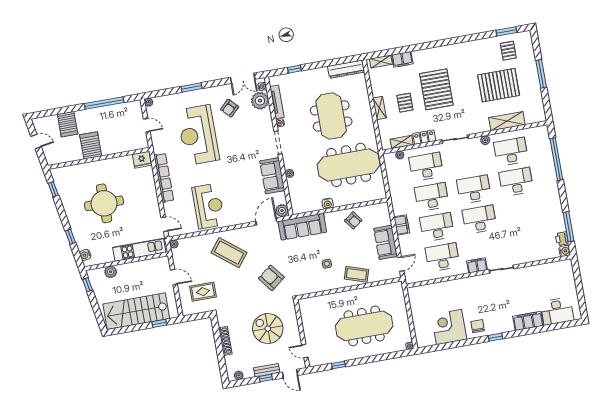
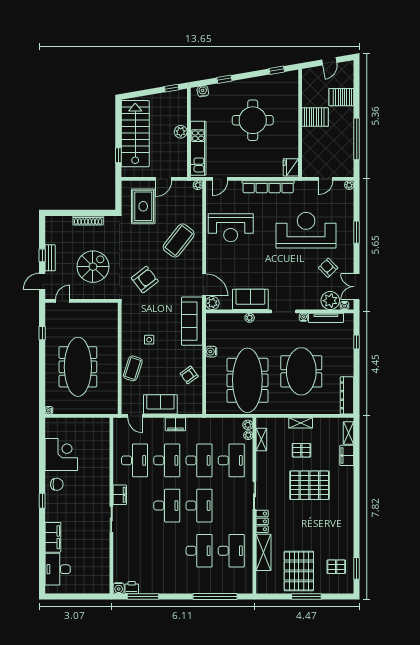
pallet: (499, 85) -> (299, 571), moved
meeting table: (331, 116) -> (301, 371), turned 90
locker: (424, 137) -> (262, 521), moved
plant: (485, 140) -> (248, 425), moved
plant: (111, 272) -> (181, 132), moved
rug: (203, 292) -> (143, 206), width x1.36, depth x1.43
plant: (239, 375) -> (50, 228), removed

